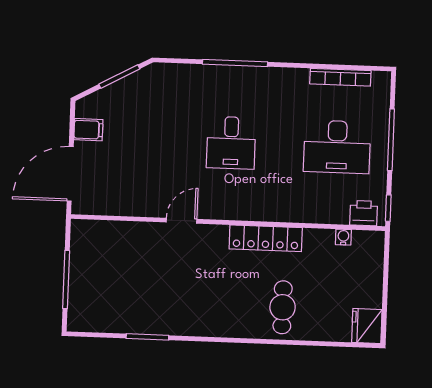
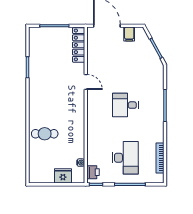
desk: (337, 147) -> (125, 158), turned 180
locker: (266, 238) -> (79, 45), moved
fridge: (367, 326) -> (63, 176), moved

